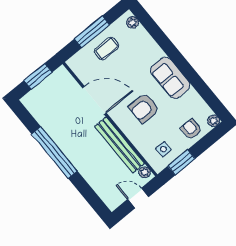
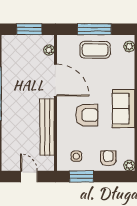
coffee table: (107, 48) -> (95, 50), width x1.36, depth x1.30
armchair: (144, 108) -> (87, 115), turned 180
plant: (145, 172) -> (49, 50), moved

